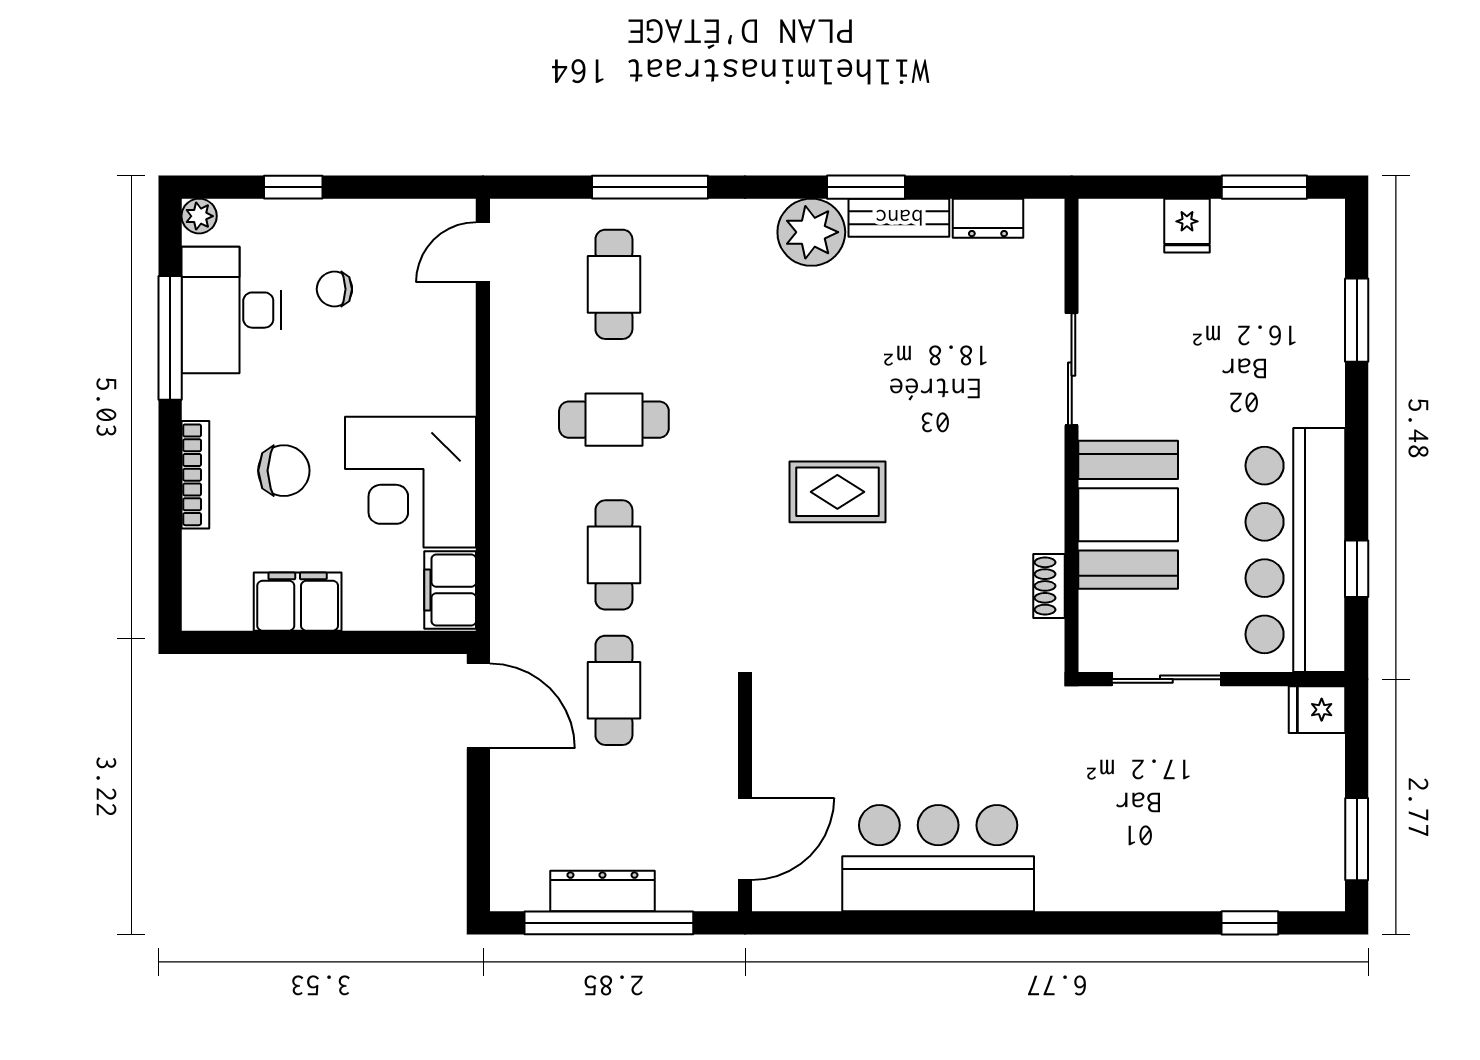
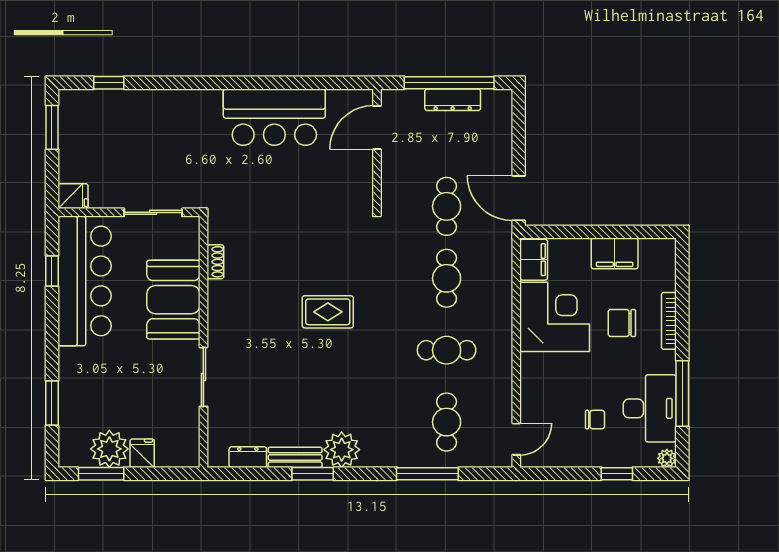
plant: (1249, 234) -> (109, 449), added

